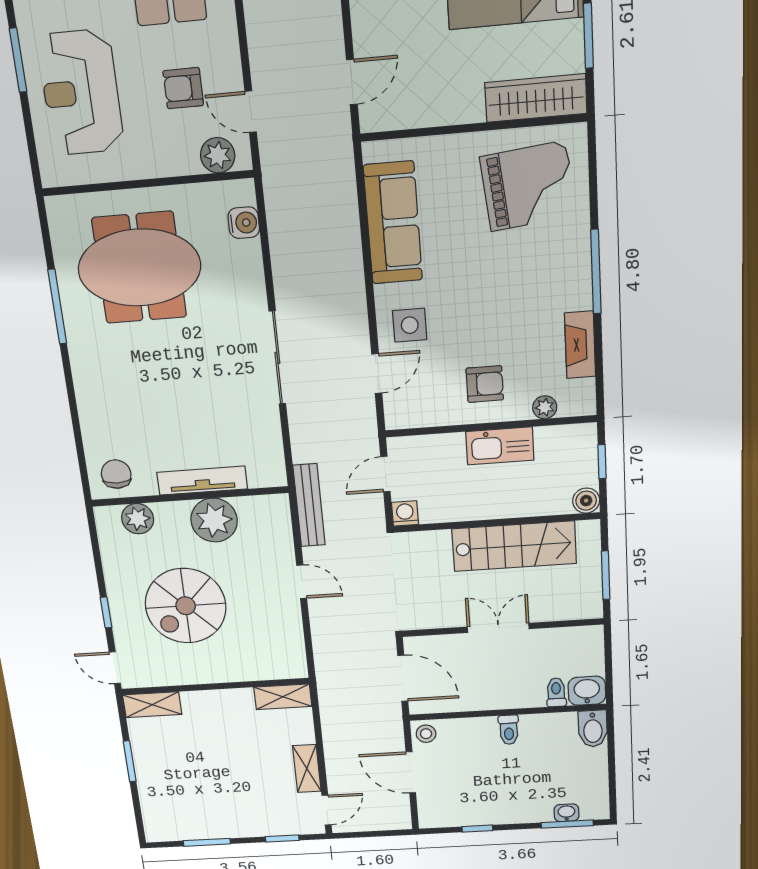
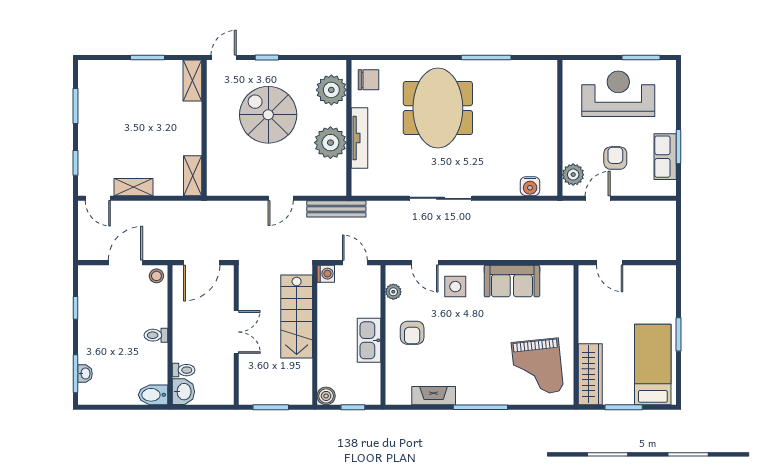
sofa: (393, 223) -> (512, 281), width x0.73
meeting table: (139, 268) -> (438, 108), moved
plant: (545, 407) -> (393, 292), moved
plant: (138, 519) -> (331, 90), width x1.36, depth x1.36
stairs: (514, 546) -> (297, 316), moved

